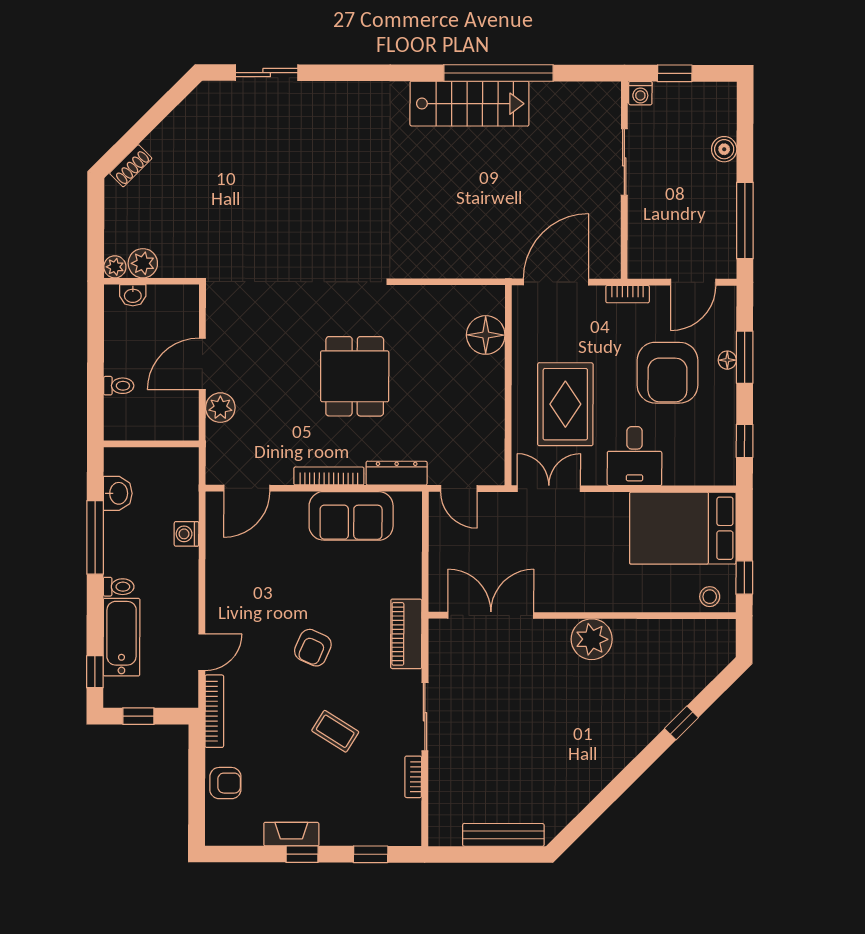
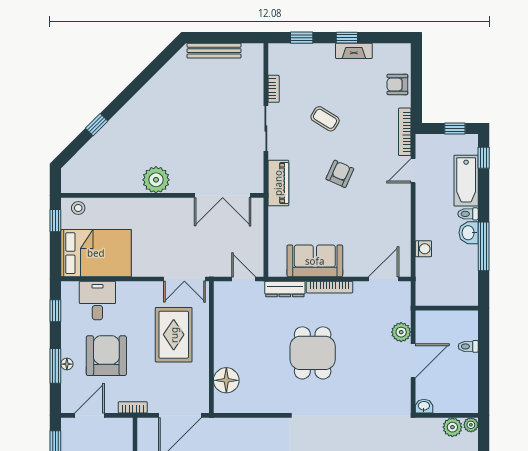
washbasin: (133, 295) -> (424, 406), moved
desk: (635, 456) -> (97, 301), moved
washbasin: (118, 493) -> (469, 233), moved

